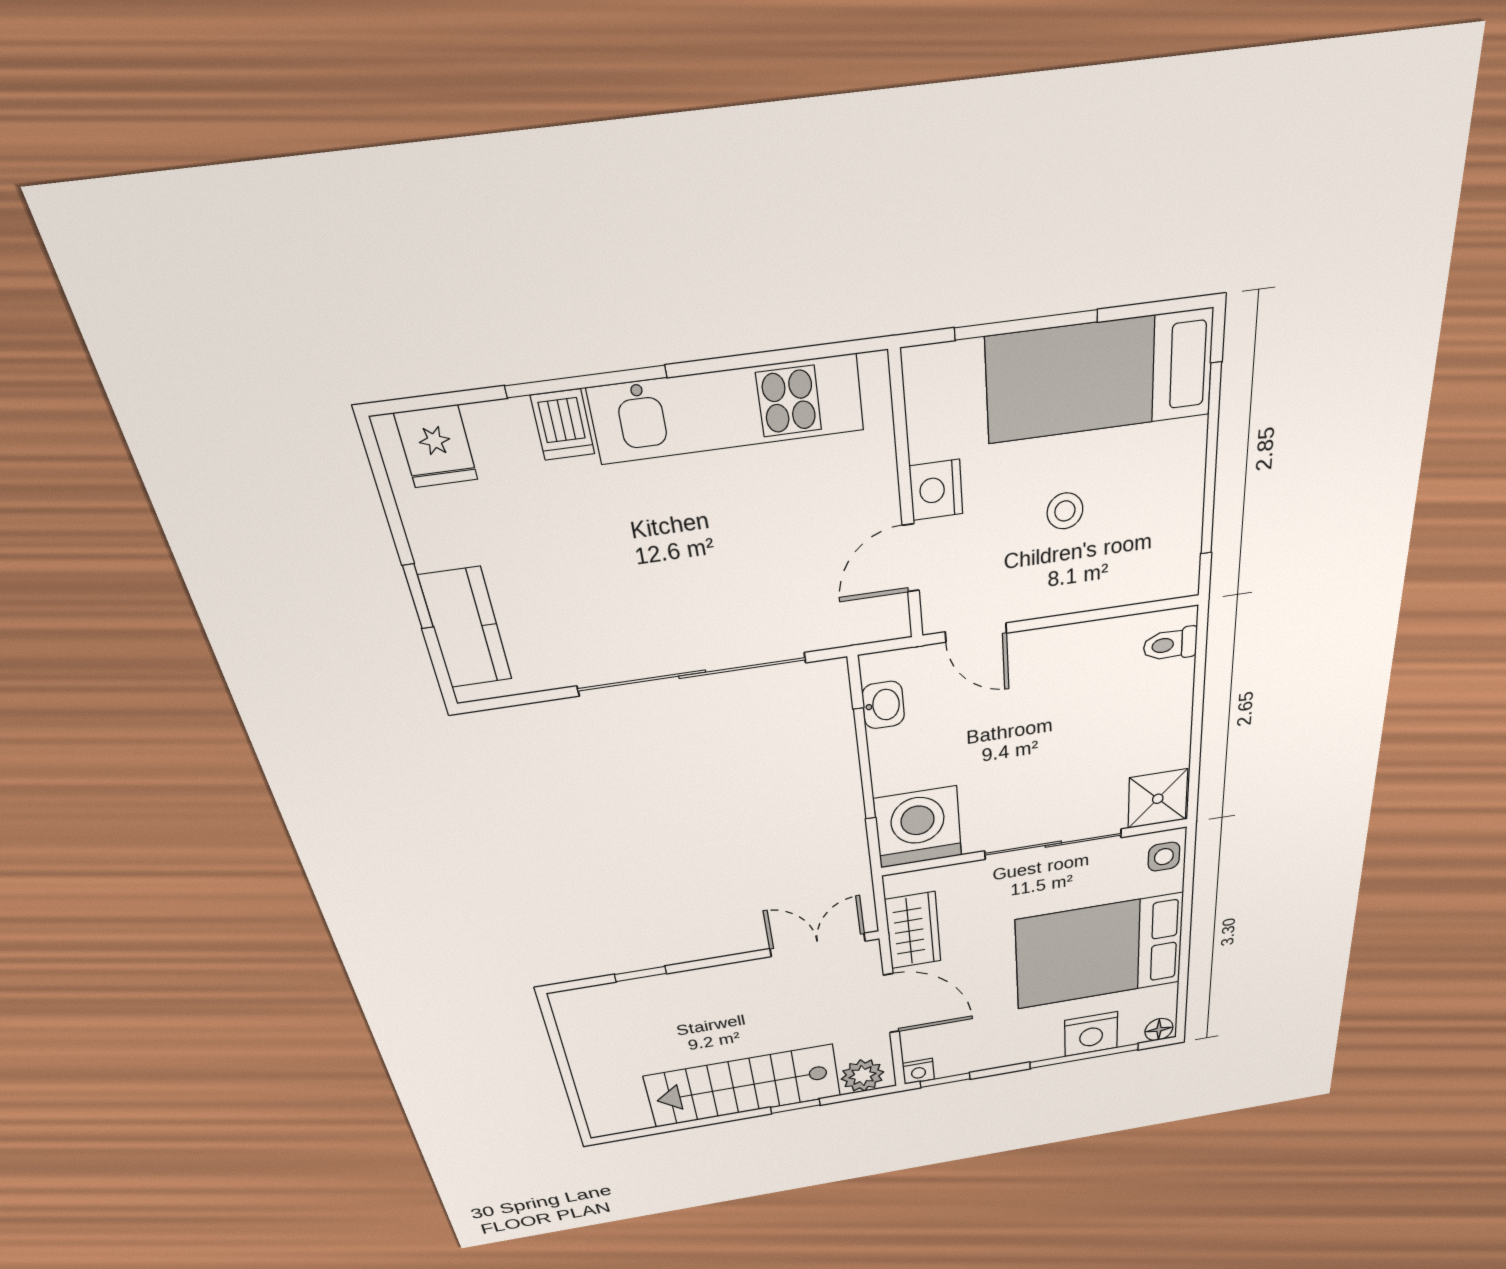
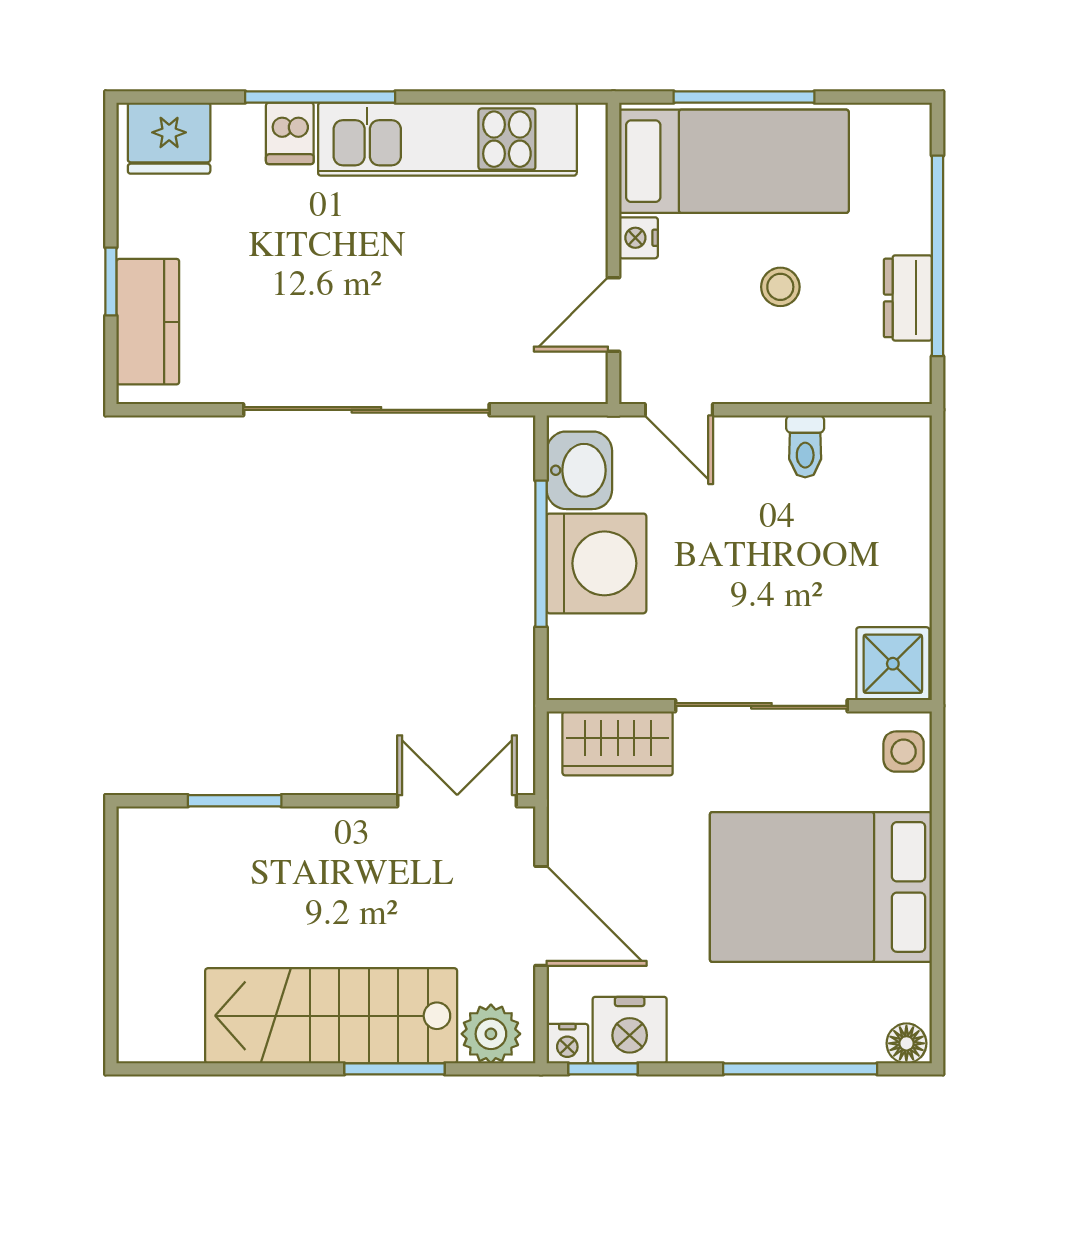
bed: (1100, 376) -> (734, 161), moved, turned 180
fridge: (436, 447) -> (169, 138), width x1.38
nightstand: (936, 490) -> (638, 238), width x0.72, depth x0.74
dresser: (1182, 505) -> (908, 298), added
toilet: (1170, 644) -> (805, 446), moved, turned -90
washbasin: (883, 705) -> (579, 470), width x1.38, depth x1.45
washing machine: (918, 827) -> (596, 563), moved, turned 90
wardrobe: (913, 931) -> (618, 743), moved, turned 90
window: (640, 974) -> (235, 801), width x1.50
nightstand: (1091, 1034) -> (630, 1030), moved
window: (795, 1106) -> (395, 1069), width x1.50

